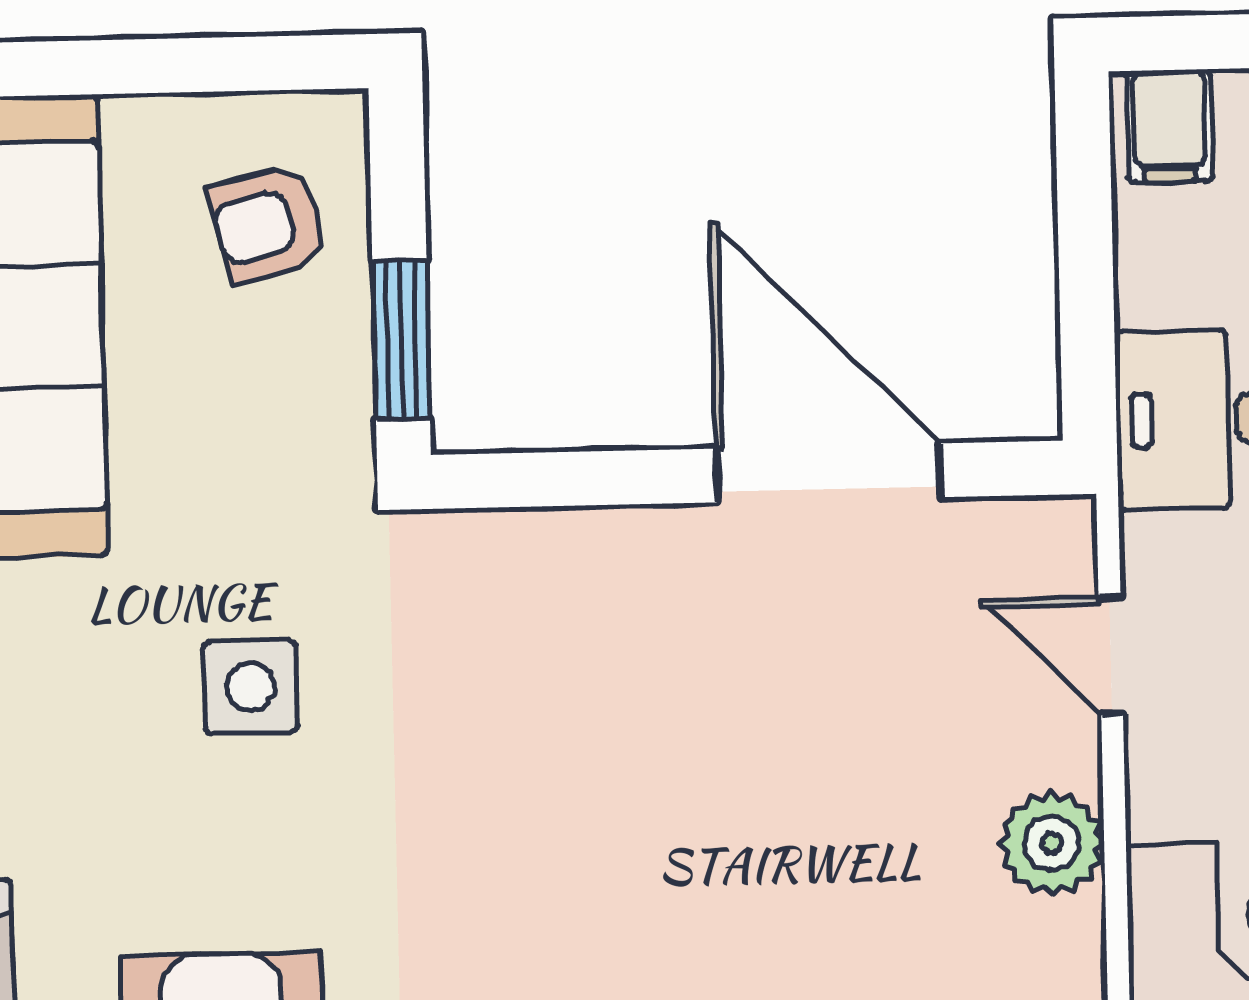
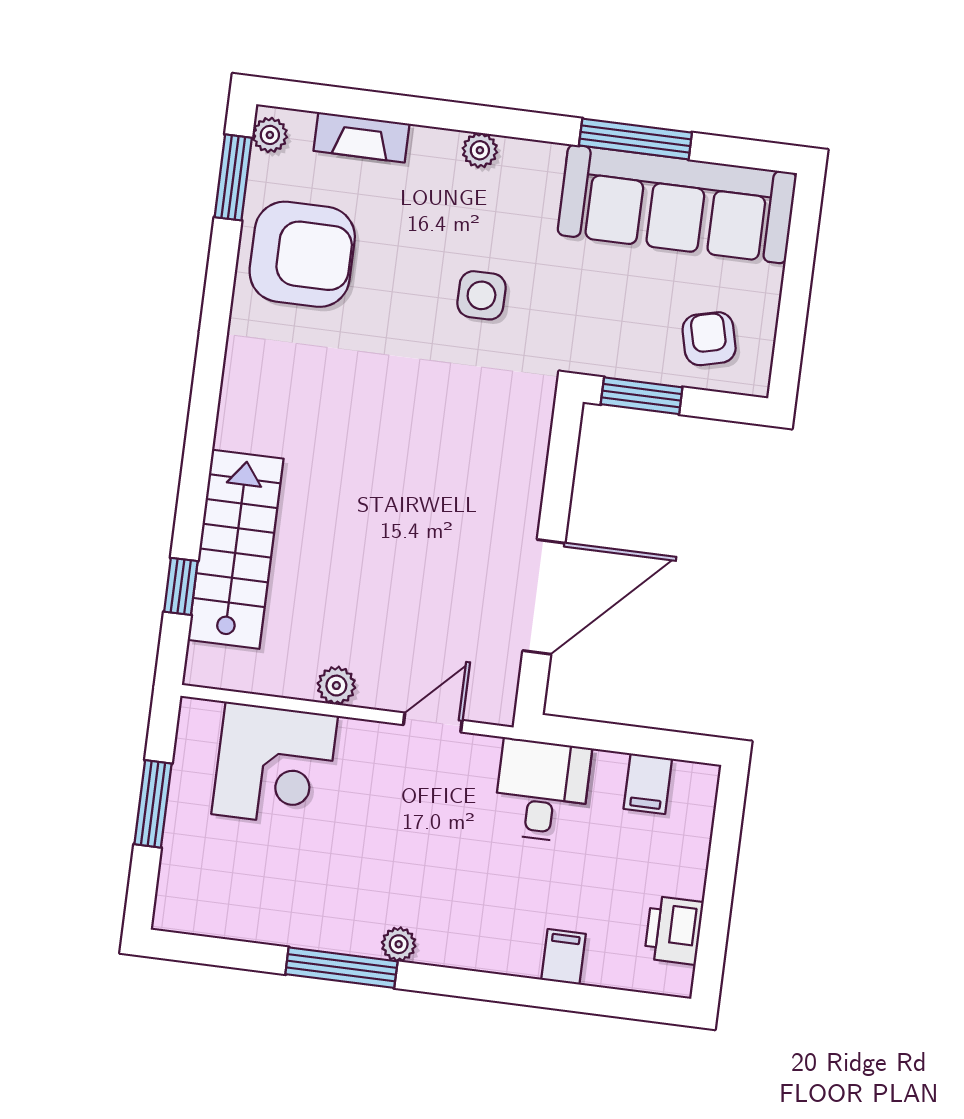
filing cabinet: (1169, 126) -> (648, 784), moved, turned -90
plant: (1052, 843) -> (336, 686), width x0.73, depth x0.73

